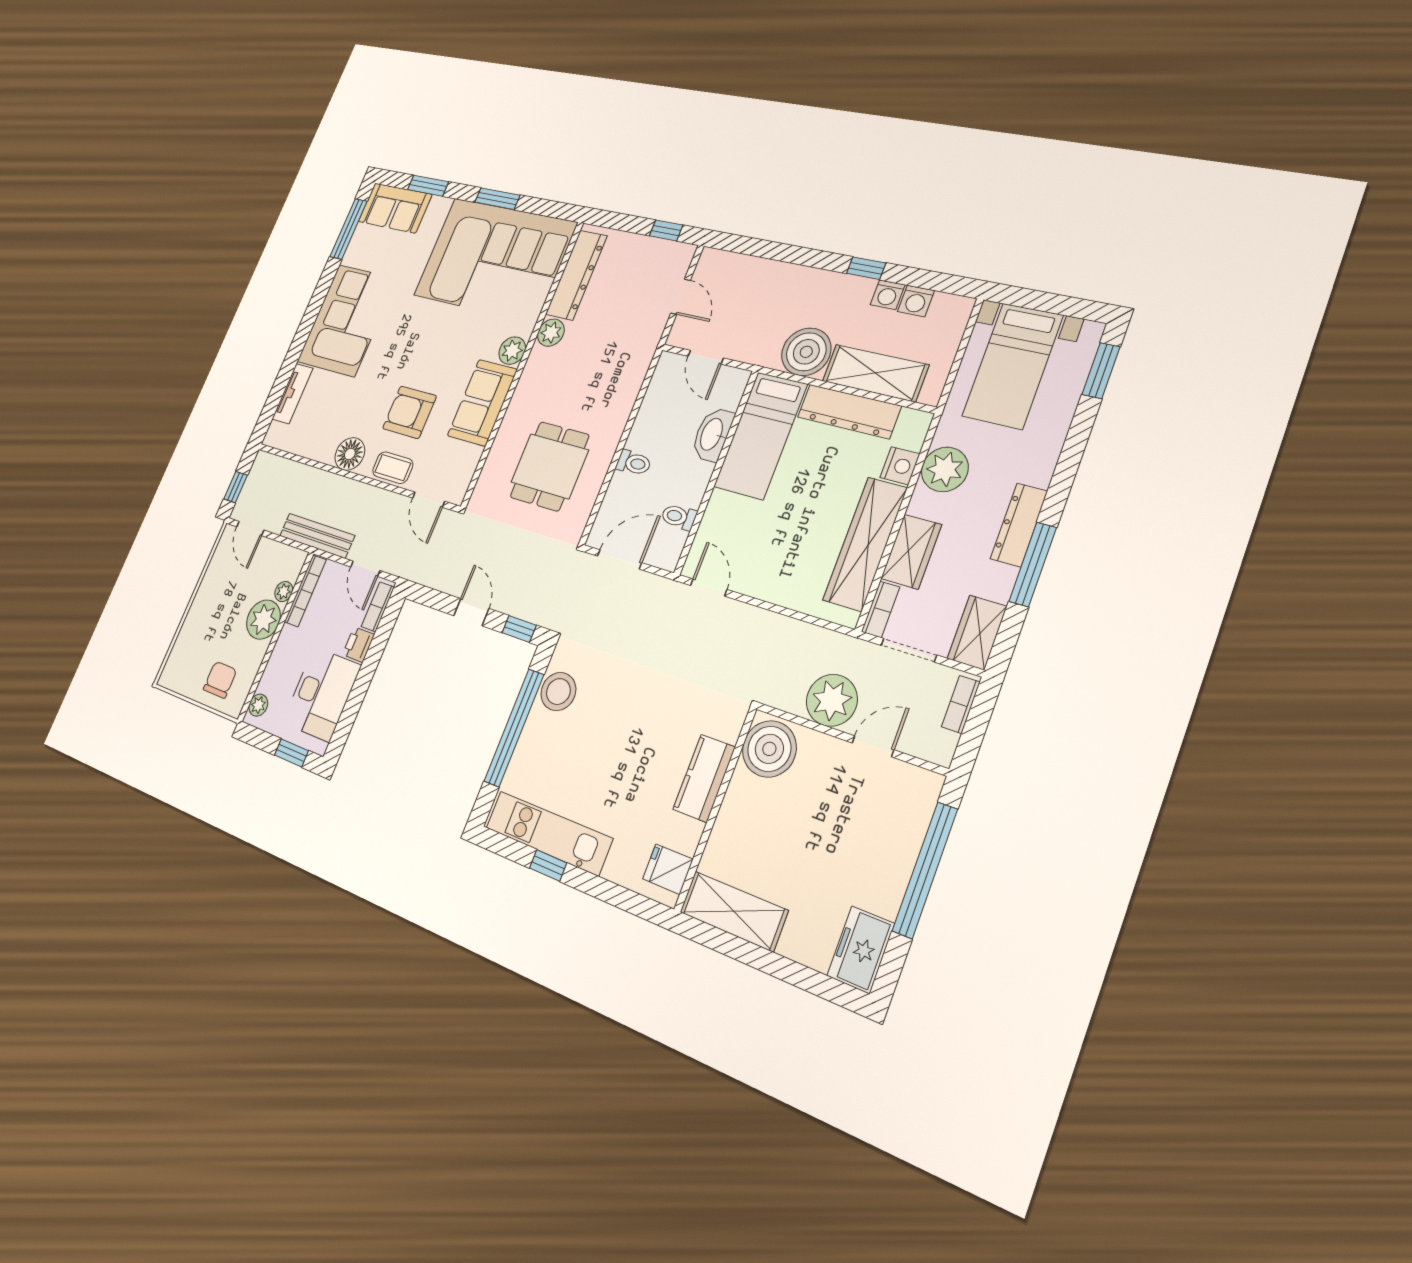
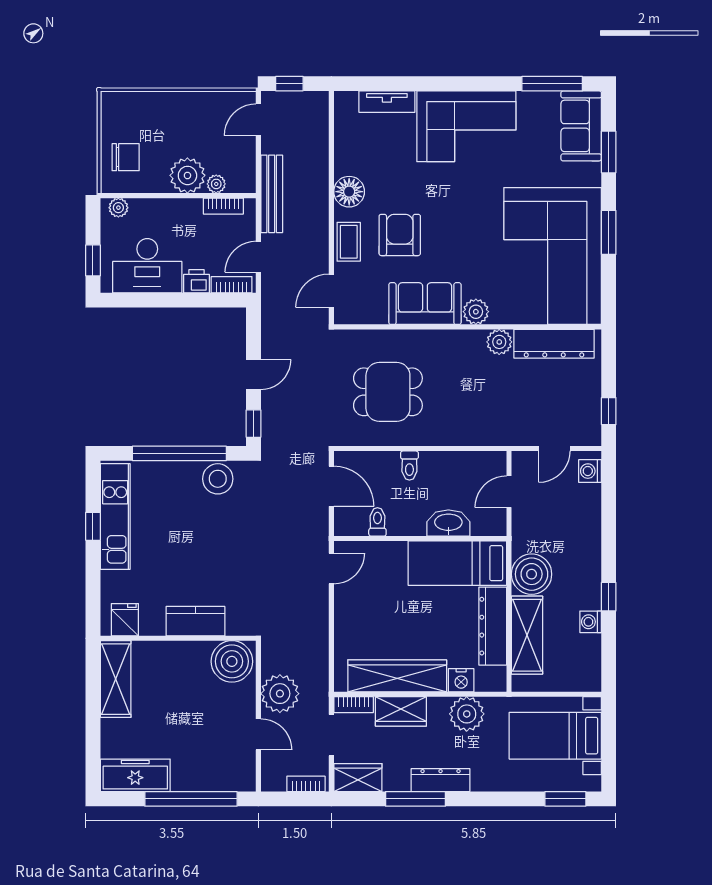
washing machine: (916, 301) -> (590, 471), moved
bookcase: (305, 591) -> (223, 206), width x0.64
freezer: (861, 950) -> (135, 775), width x1.40

